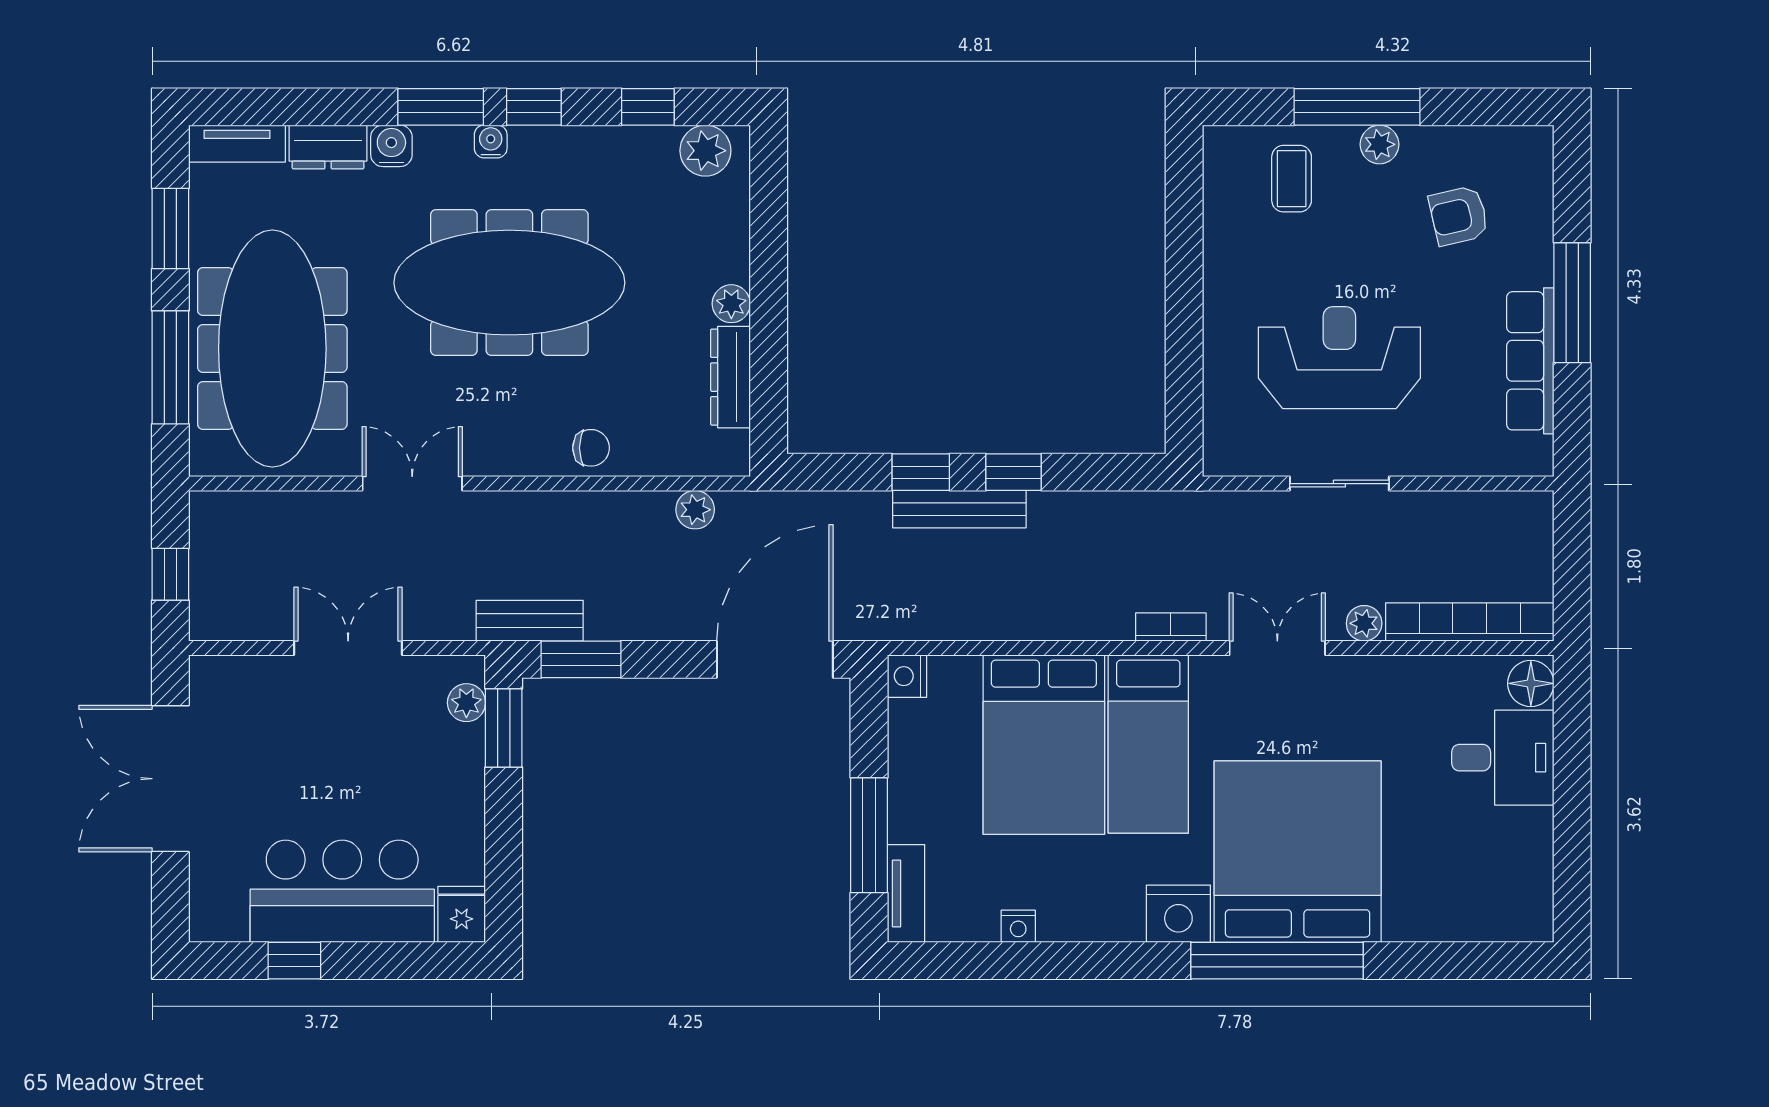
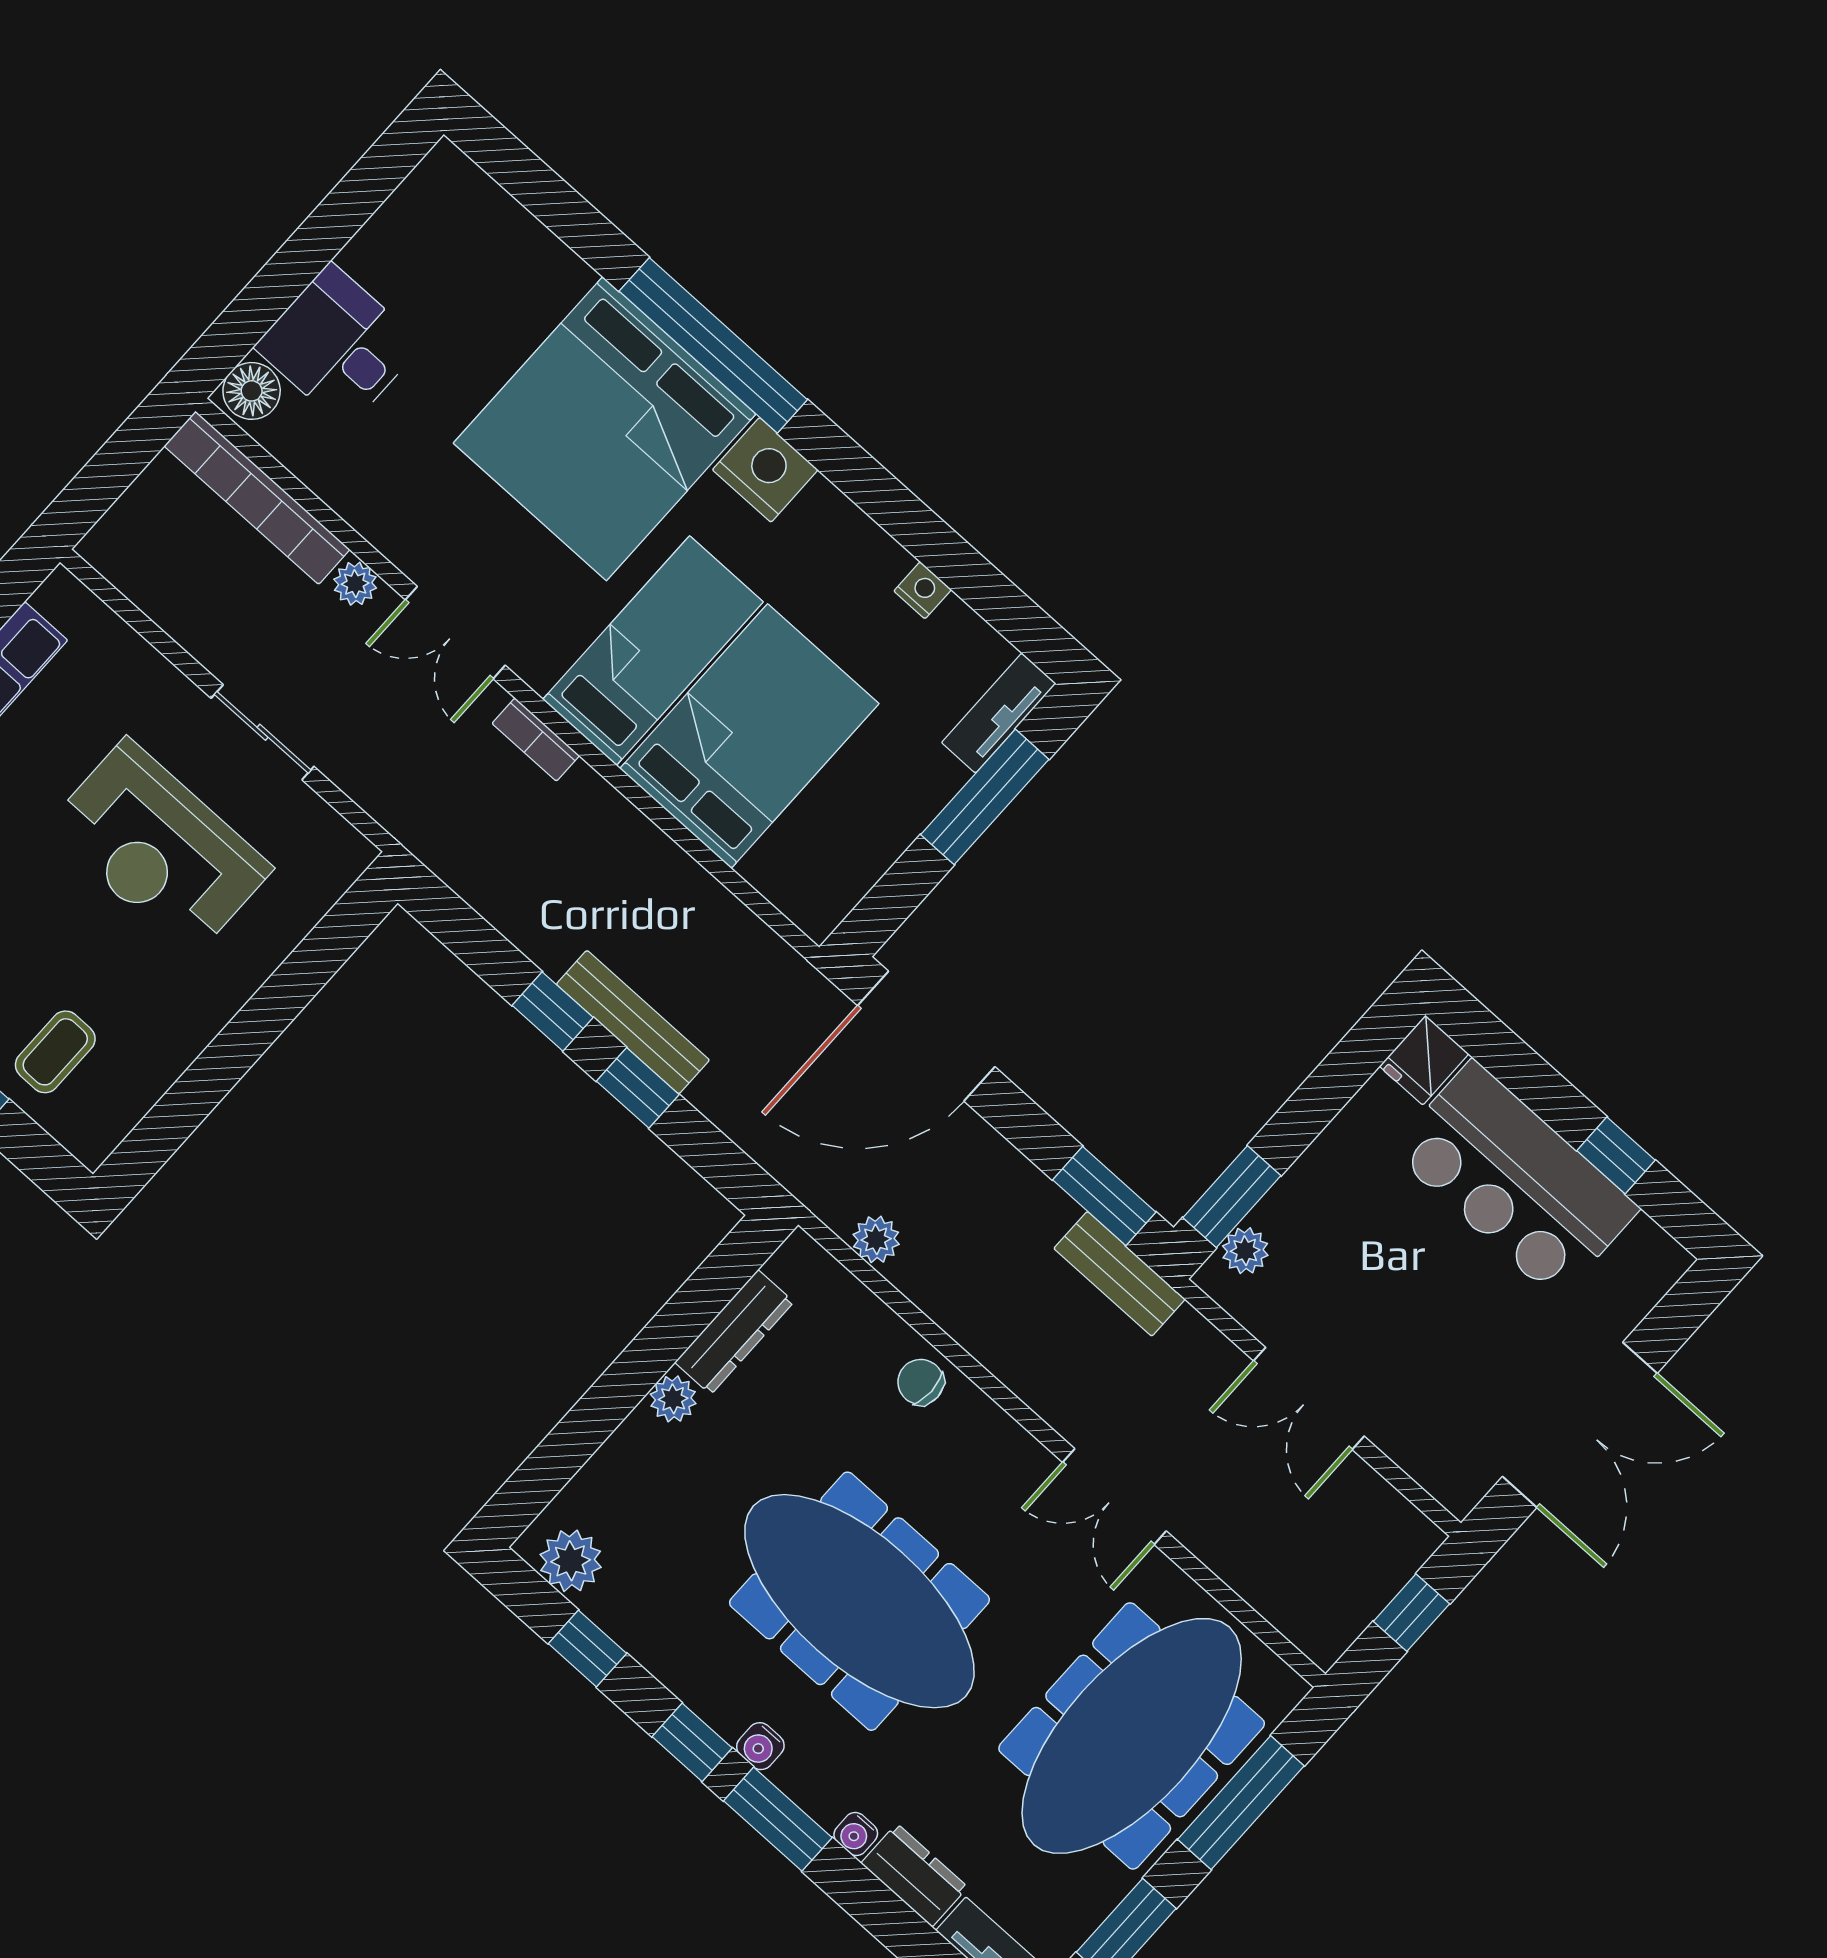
water cooler: (391, 146) -> (856, 1834), width x0.72, depth x0.72
nightstand: (907, 676) -> (819, 912), removed

